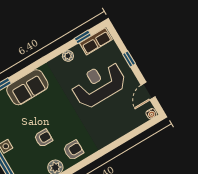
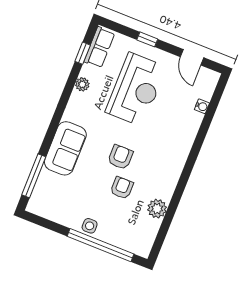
reception desk: (99, 84) -> (136, 89), turned 180
water cooler: (151, 114) -> (202, 106), moved
armchair: (73, 150) -> (120, 157), moved

